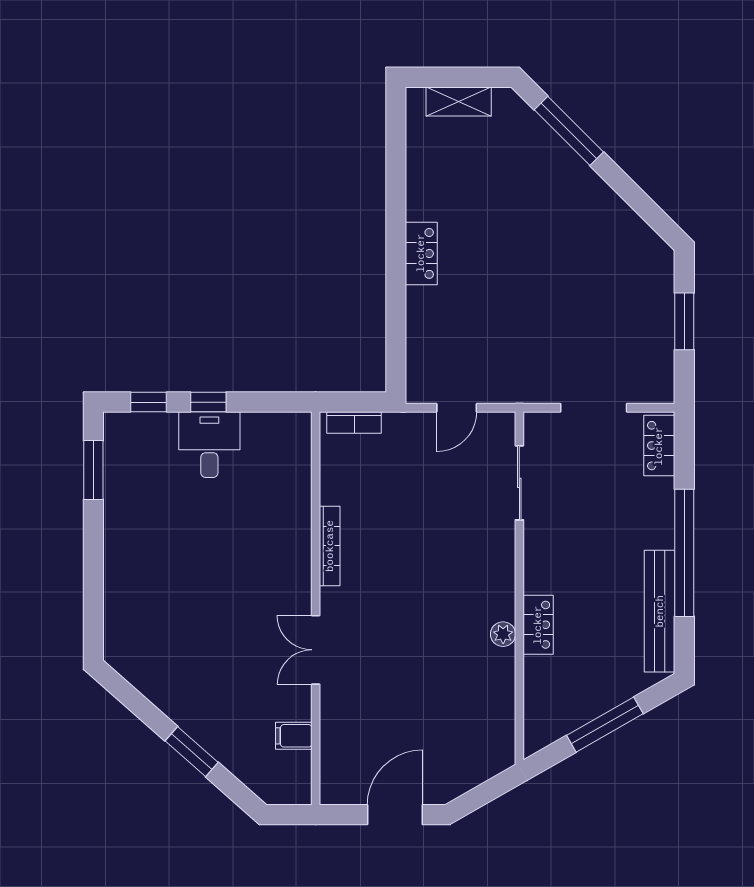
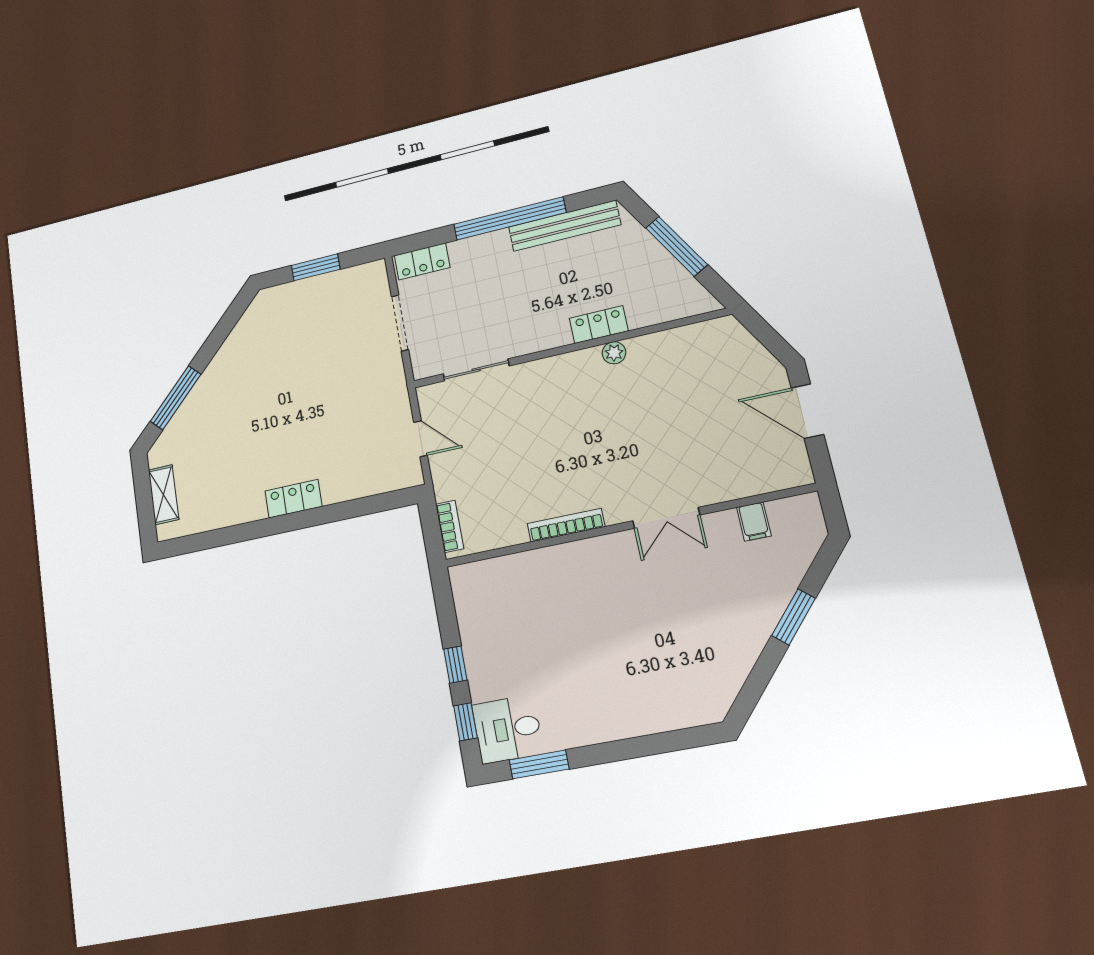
desk: (209, 445) -> (508, 729), moved

